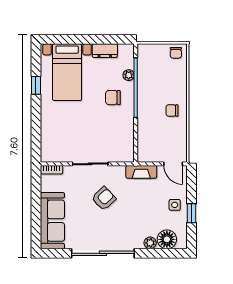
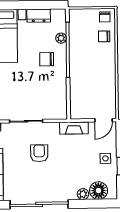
chair: (172, 110) -> (104, 36), moved
door: (173, 164) -> (104, 120), hinge flipped
armchair: (104, 198) -> (39, 153), turned -47

